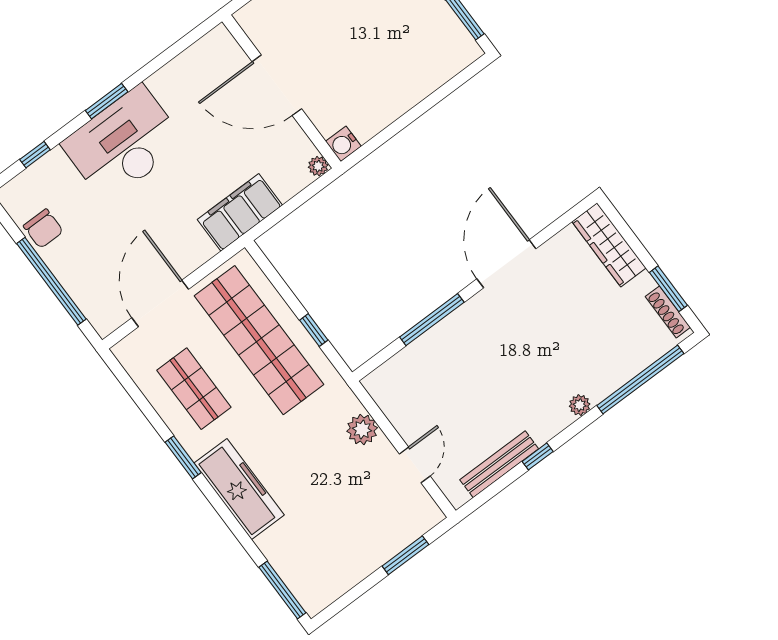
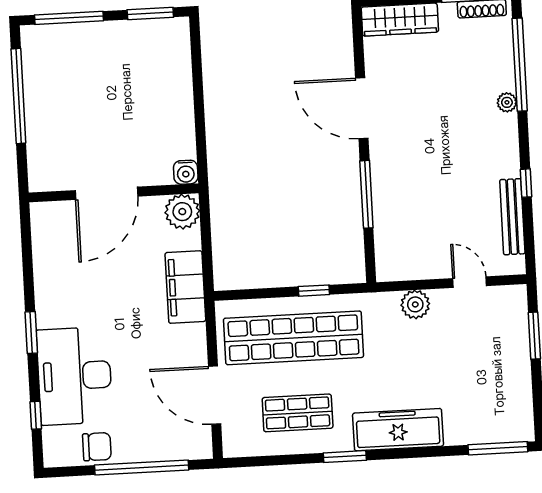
desk: (123, 144) -> (74, 376), moved
plant: (318, 166) -> (182, 212), width x1.88, depth x1.88
plant: (580, 405) -> (507, 102), moved

